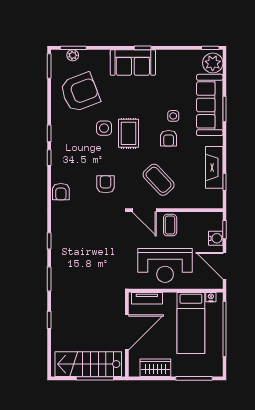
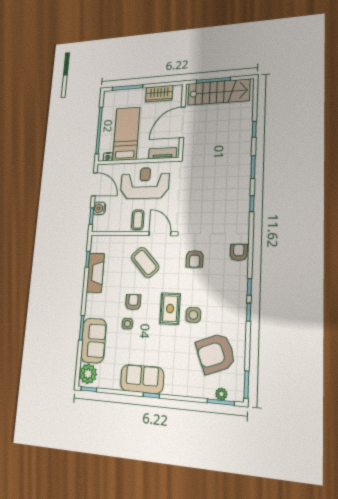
sofa: (133, 62) -> (142, 379), moved
sofa: (210, 105) -> (93, 340), width x0.73

